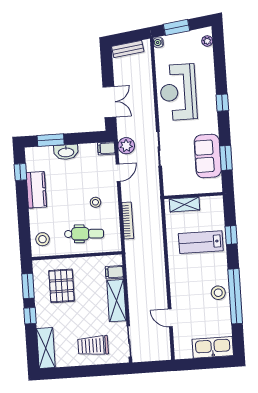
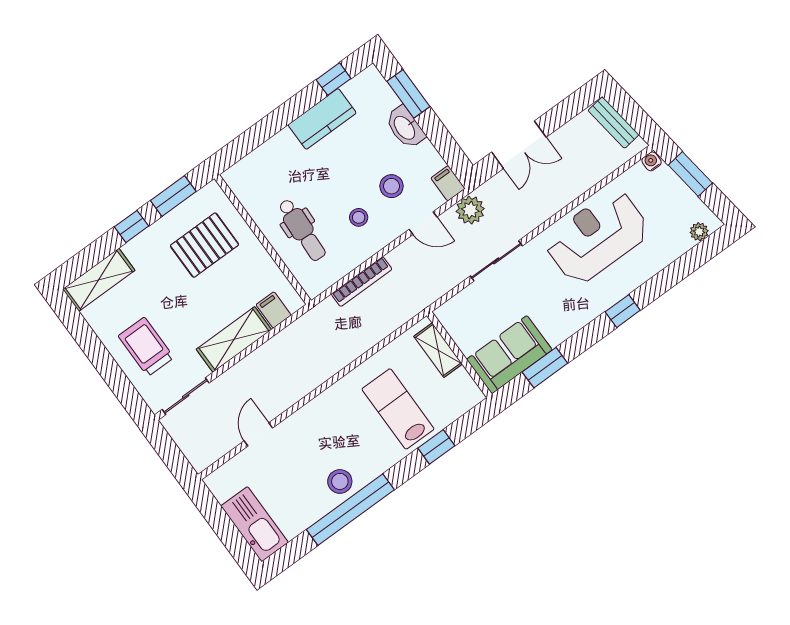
sofa: (208, 156) -> (509, 355), moved
stool: (43, 239) -> (392, 186), moved

